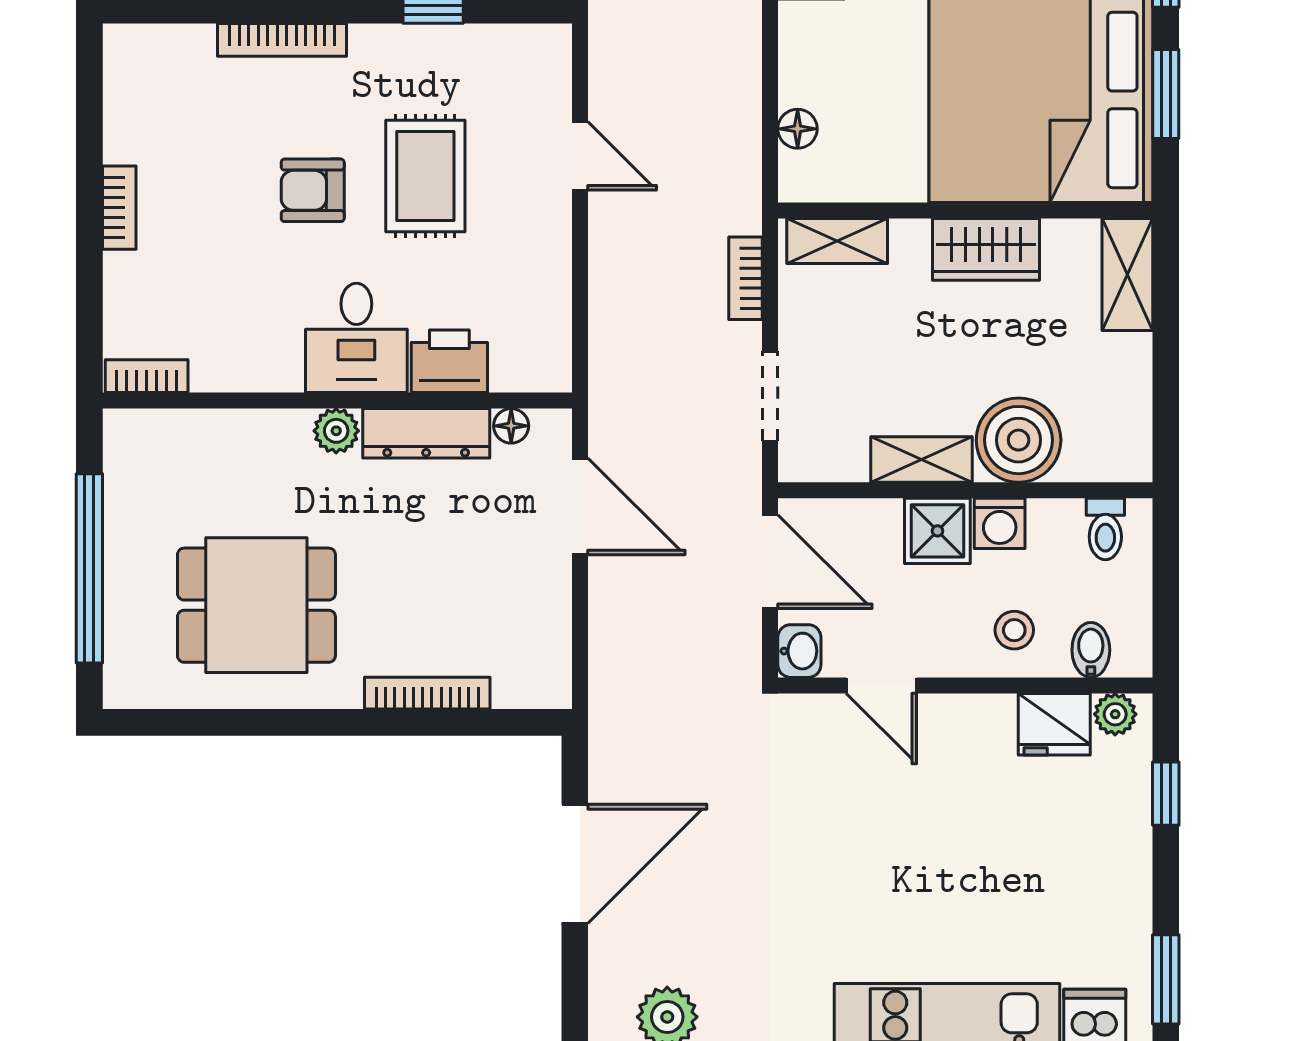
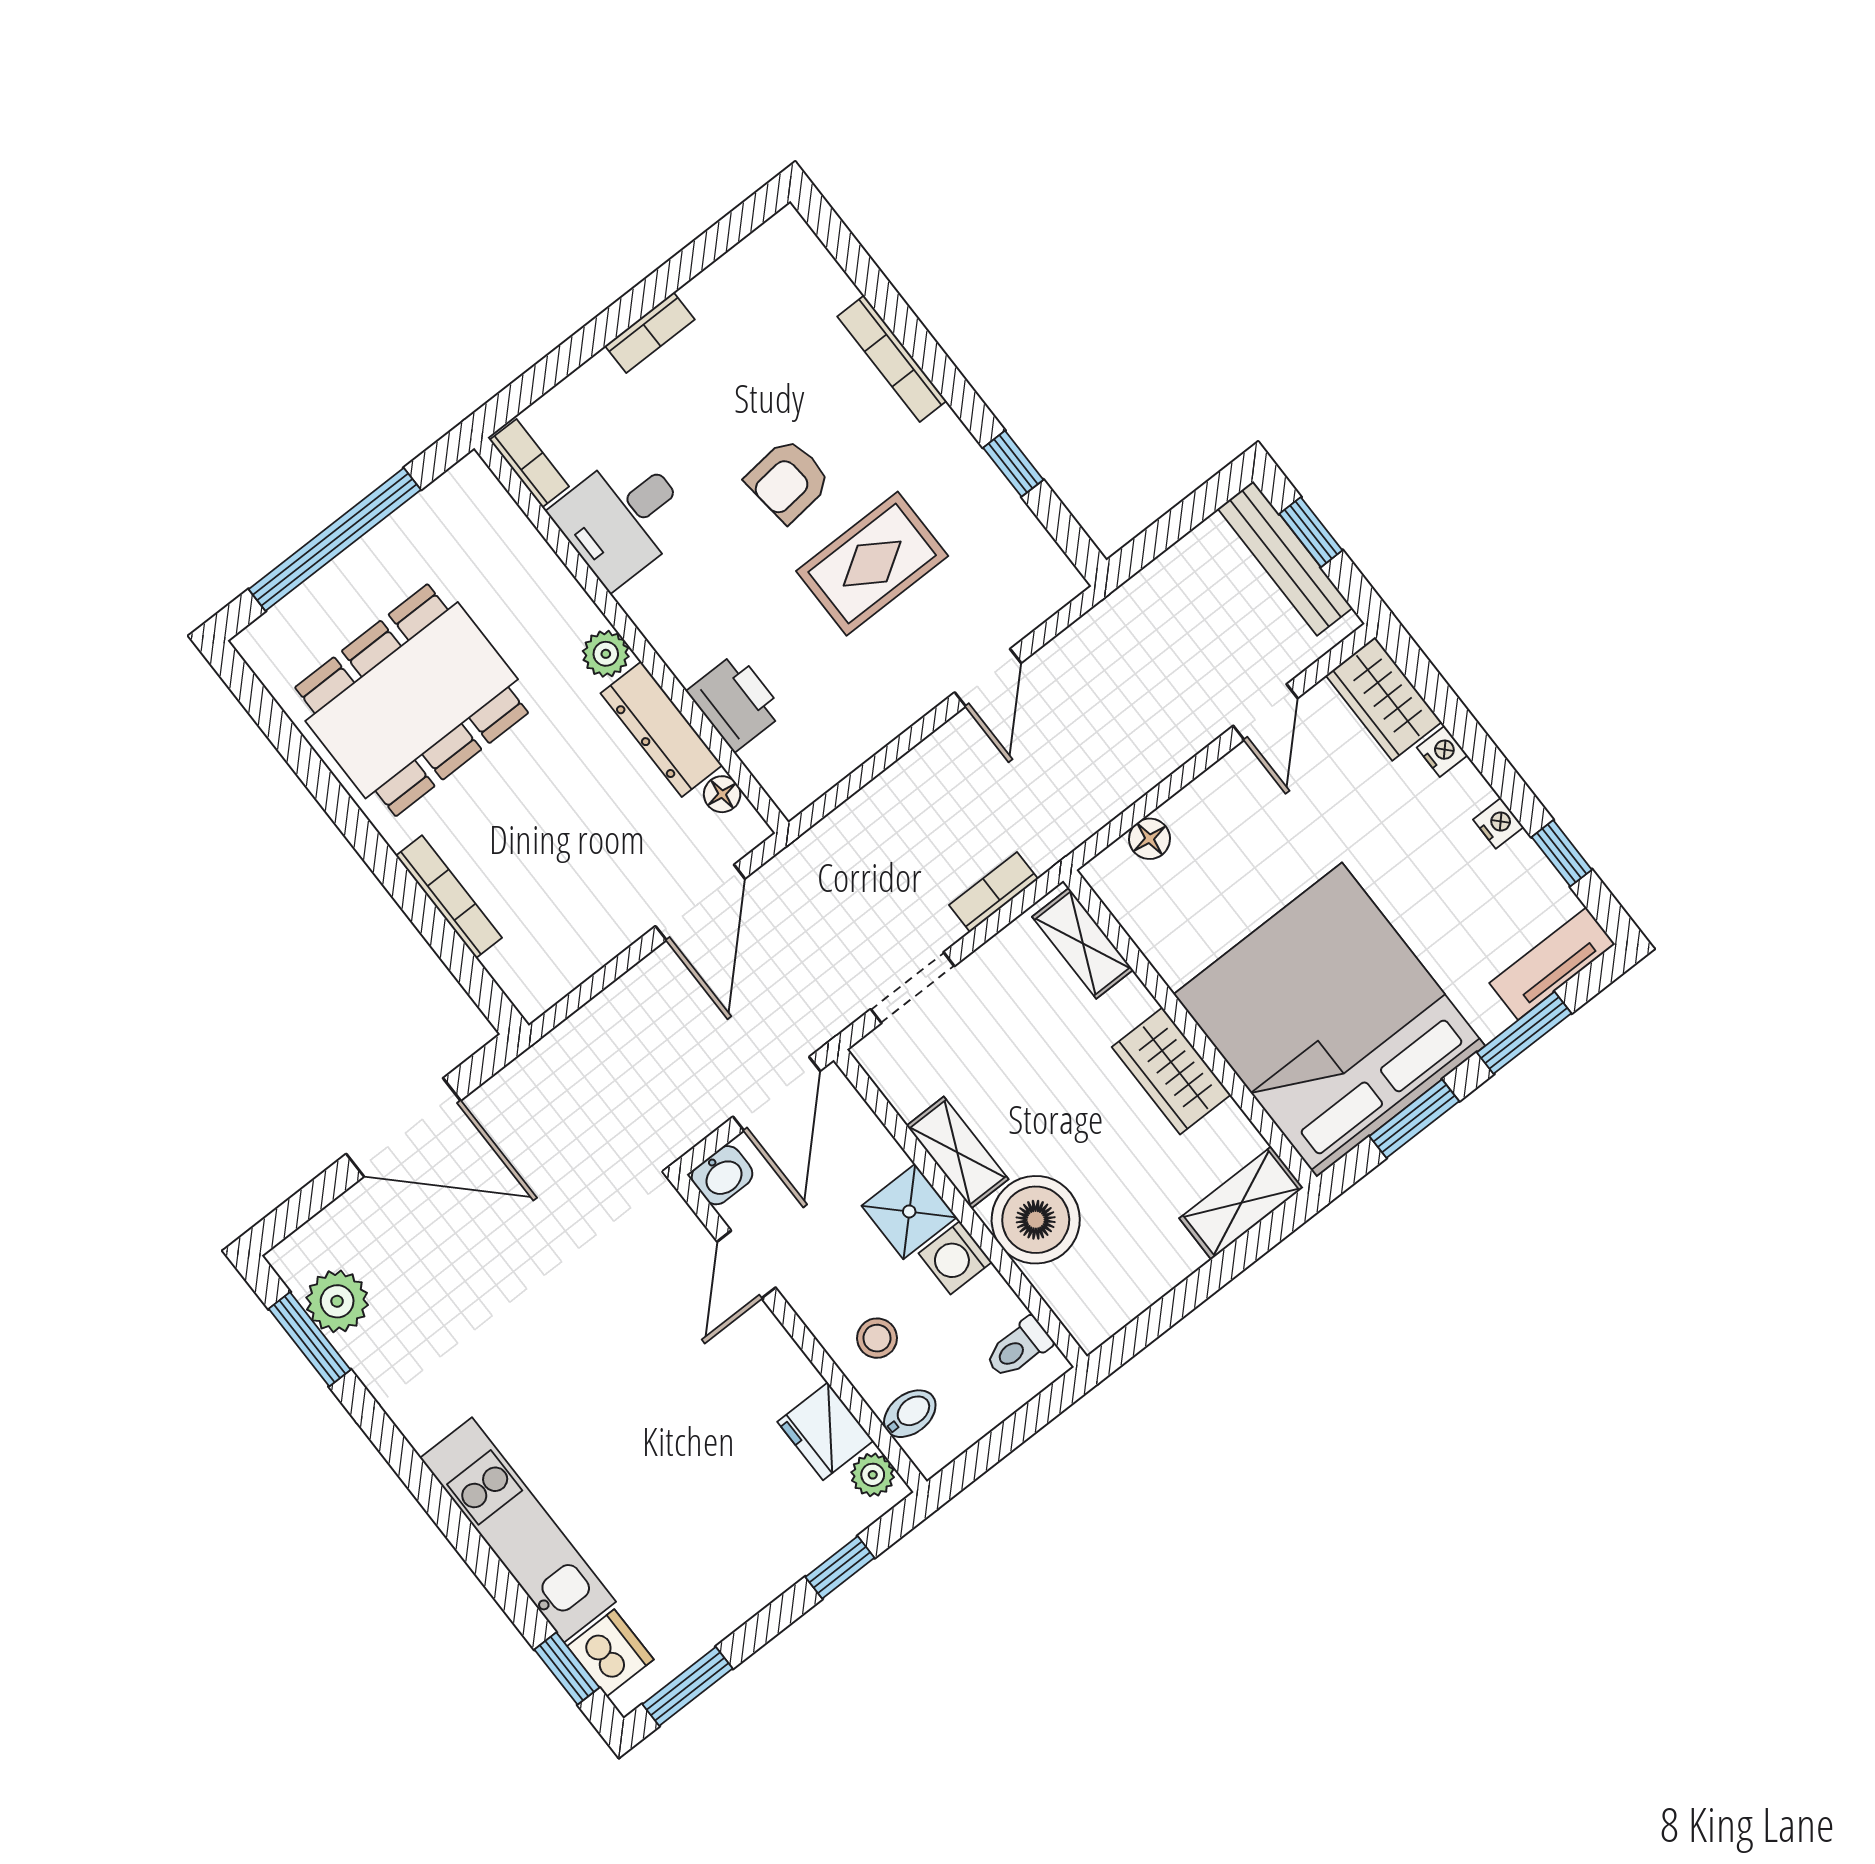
armchair: (313, 190) -> (788, 480), turned -96
desk: (356, 338) -> (622, 518), moved
dining table: (256, 605) -> (412, 700), width x1.38

